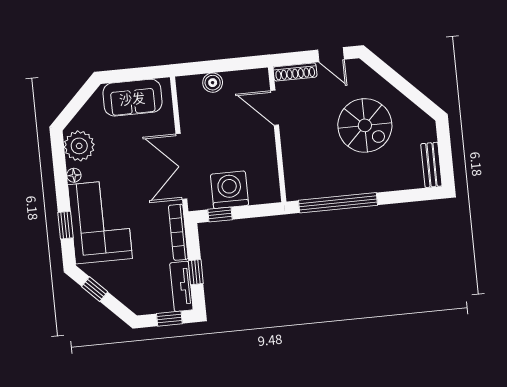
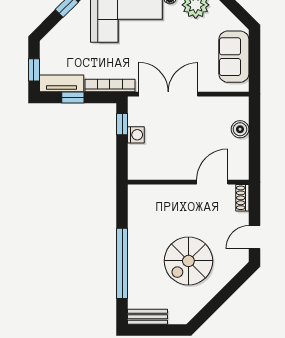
shoe rack: (295, 72) -> (242, 198), width x0.70
washing machine: (229, 190) -> (136, 135), width x0.53, depth x0.53
window: (338, 203) -> (122, 263), moved

